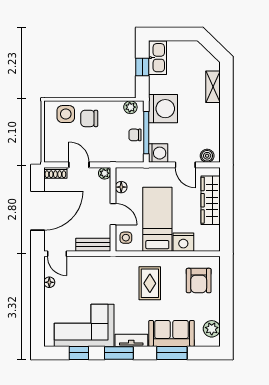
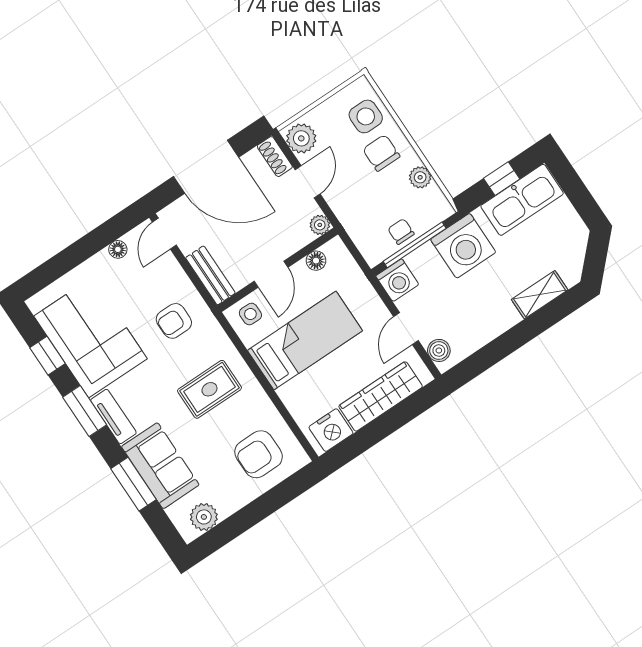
kitchen sink: (158, 58) -> (522, 200), width x1.36, depth x1.24
plant: (130, 107) -> (420, 177), moved
plant: (55, 154) -> (301, 138), added
nightstand: (183, 242) -> (331, 430), moved, turned -90
armchair: (104, 278) -> (174, 321), added

